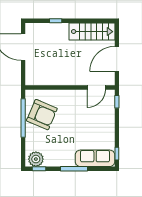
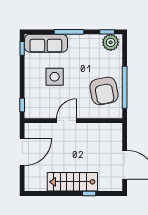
stairs: (92, 32) -> (72, 182), moved
door: (96, 87) -> (67, 121), moved
armchair: (42, 115) -> (104, 91), turned -124
side table: (87, 128) -> (55, 77), added

